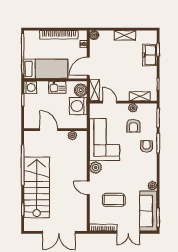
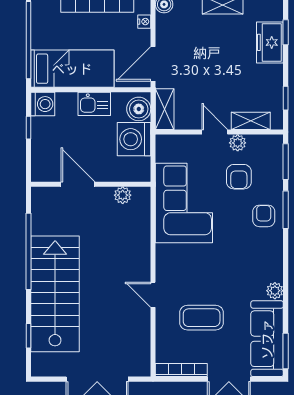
door: (110, 102) -> (215, 132), moved
plant: (96, 167) -> (167, 256), removed

